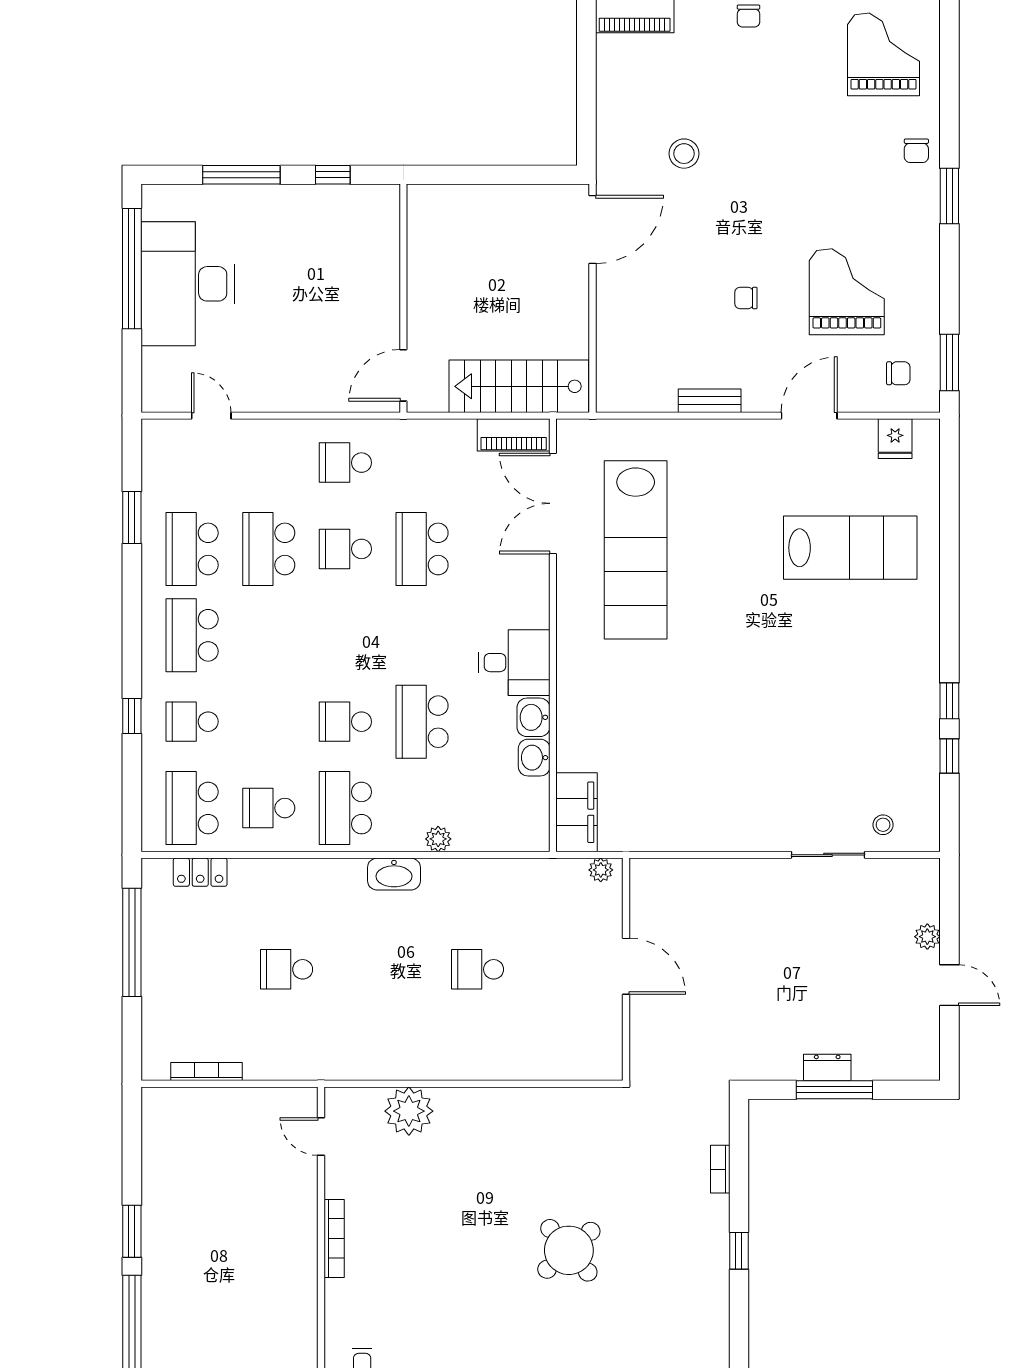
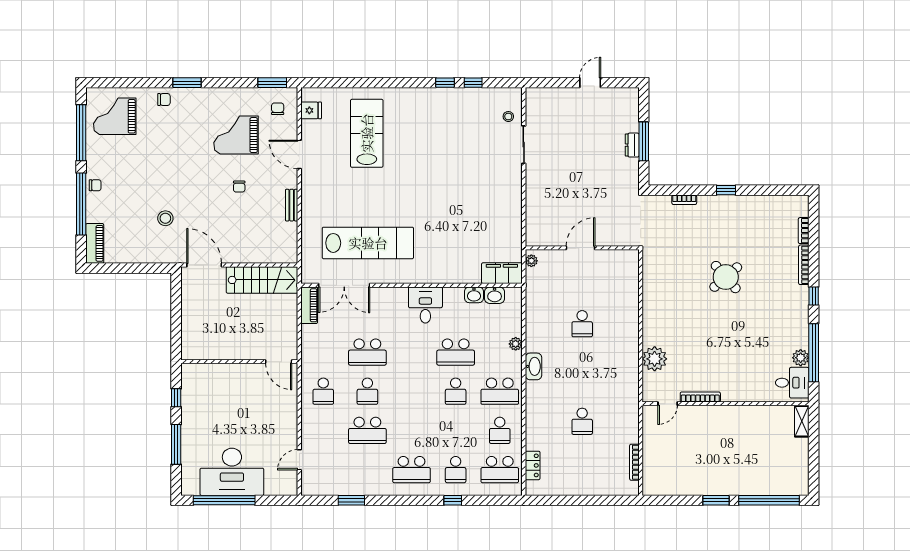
stairs: (519, 386) -> (262, 280), moved, turned -90
school desk: (192, 549) -> (367, 470), removed
washbasin: (533, 717) -> (495, 295), moved
plant: (927, 937) -> (565, 94), removed
window: (132, 942) -> (568, 500), removed
bookcase: (334, 1238) -> (700, 397), moved

